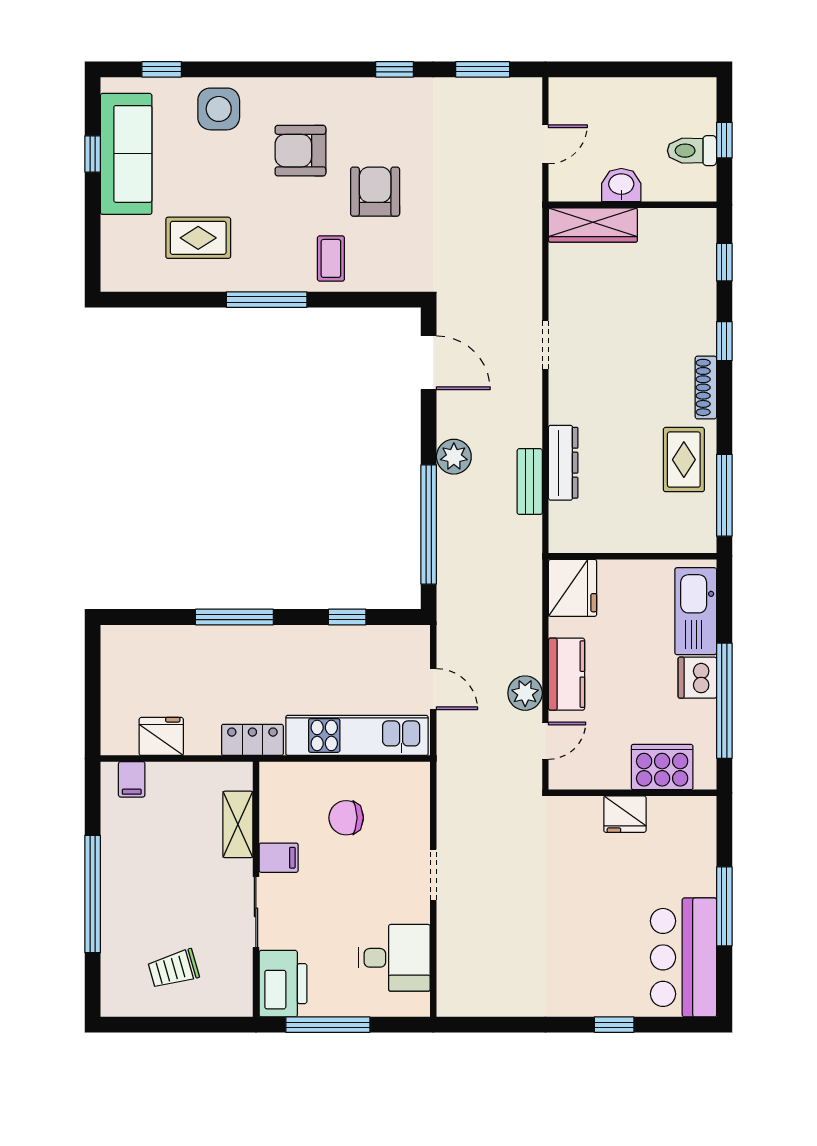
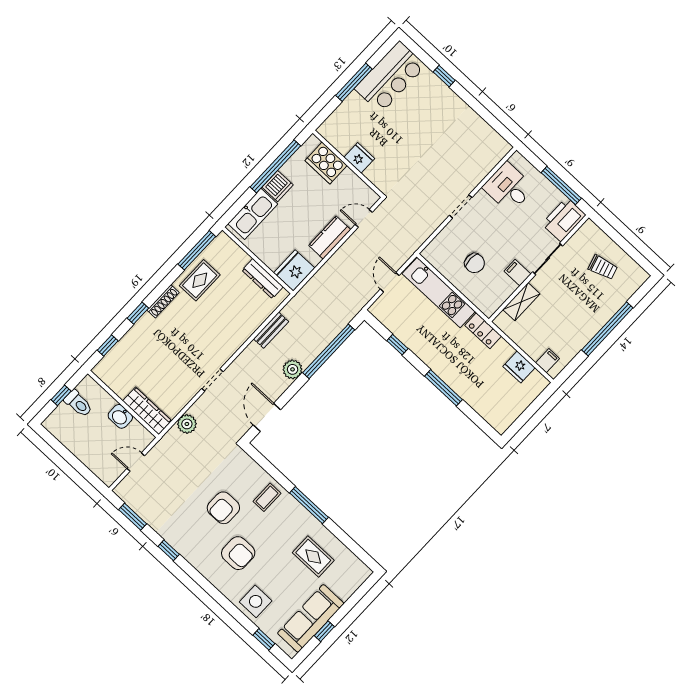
dresser: (563, 463) -> (263, 279), moved, turned -90
plant: (525, 693) -> (187, 424), moved

